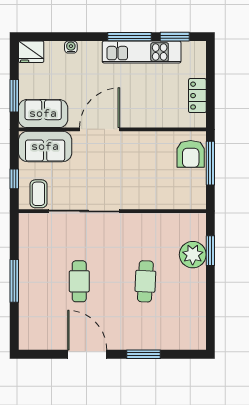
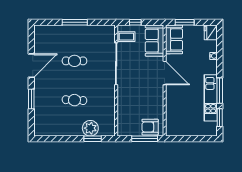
locker: (197, 96) -> (185, 131), removed

